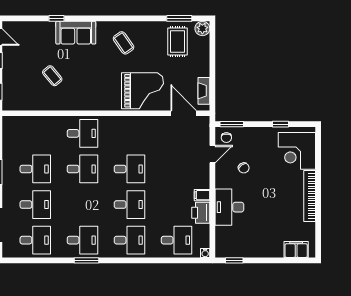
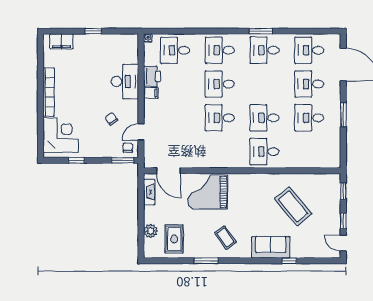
window: (179, 18) -> (206, 261), moved
plant: (202, 28) -> (151, 231), moved
coffee table: (52, 76) -> (293, 206), width x1.86, depth x1.72
window: (234, 260) -> (93, 31), moved

